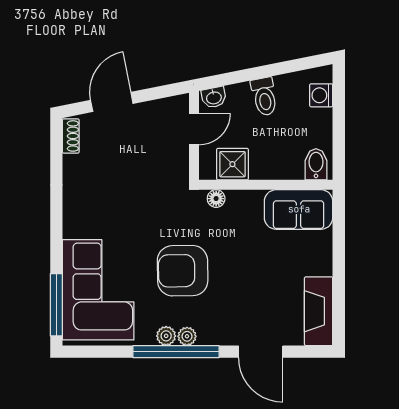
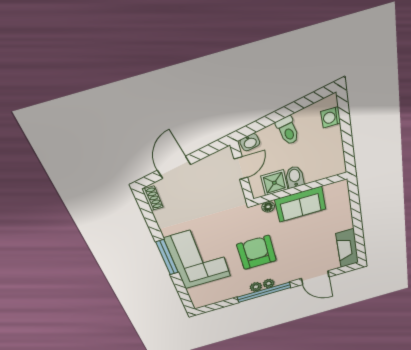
bidet: (316, 164) -> (295, 177), moved
sofa: (299, 209) -> (300, 204), moved
armchair: (183, 271) -> (257, 253), turned 91
corner sofa: (98, 290) -> (198, 258), moved
window: (56, 305) -> (167, 257), moved

